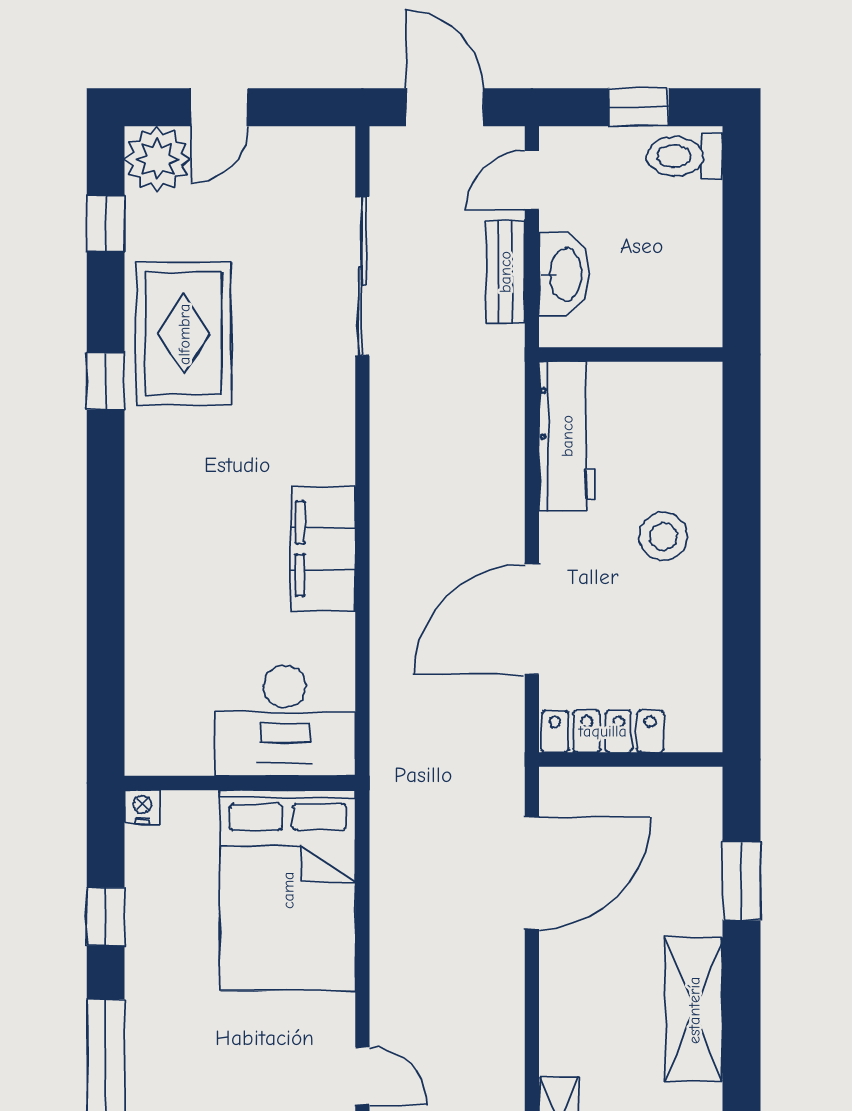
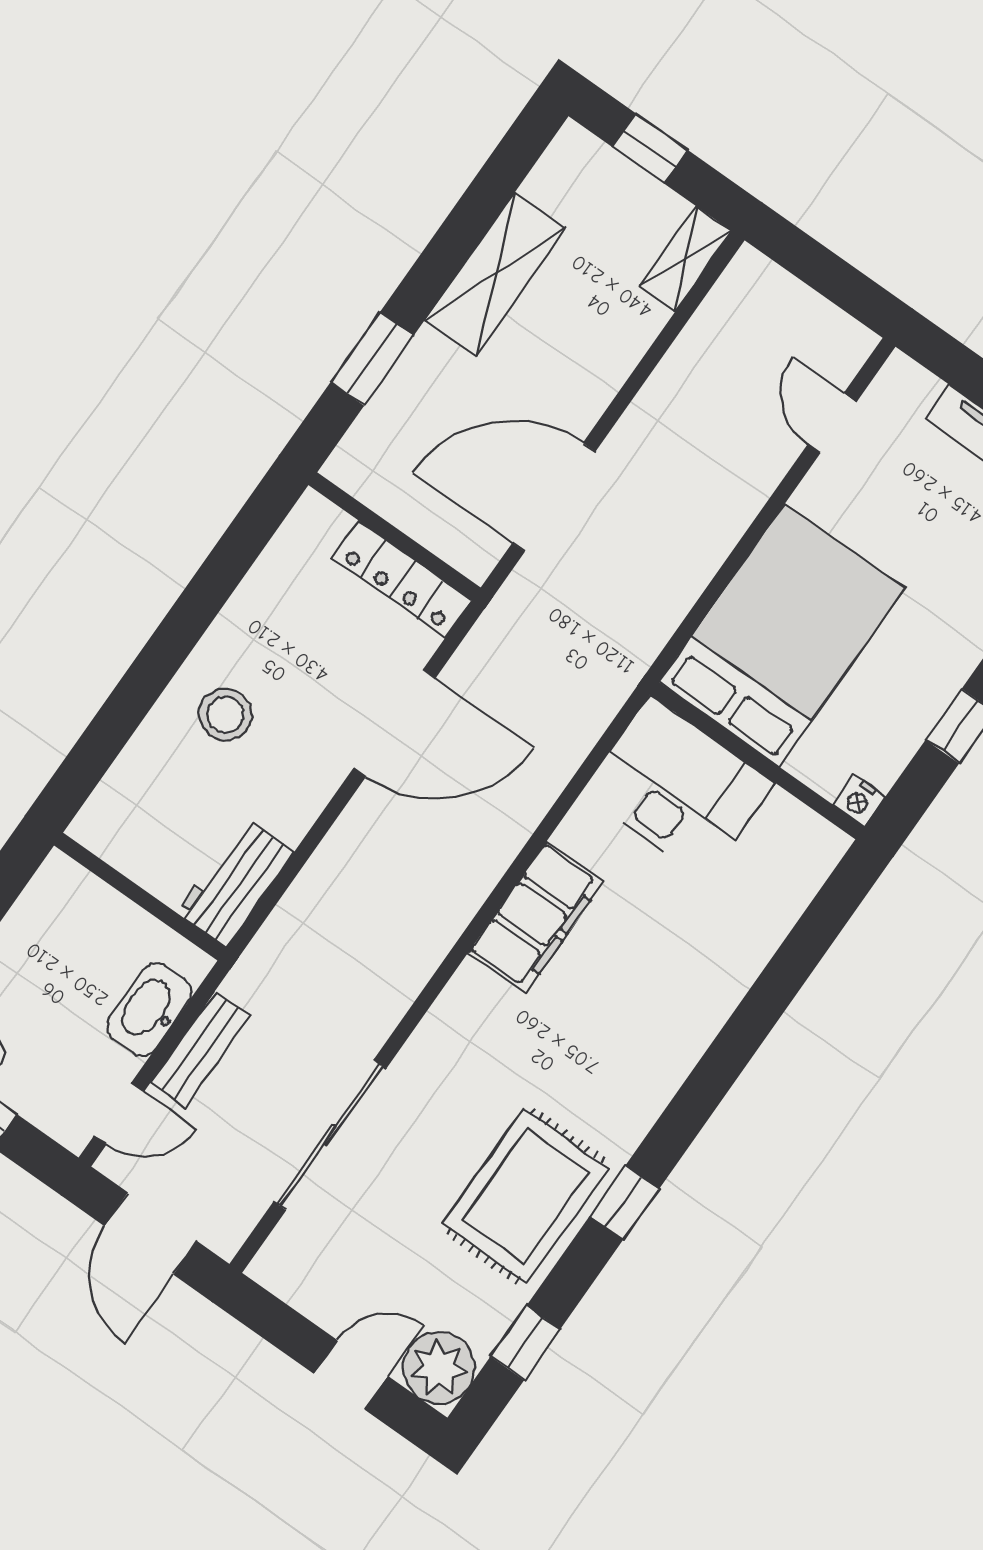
workbench: (567, 436) -> (235, 882), width x0.73

